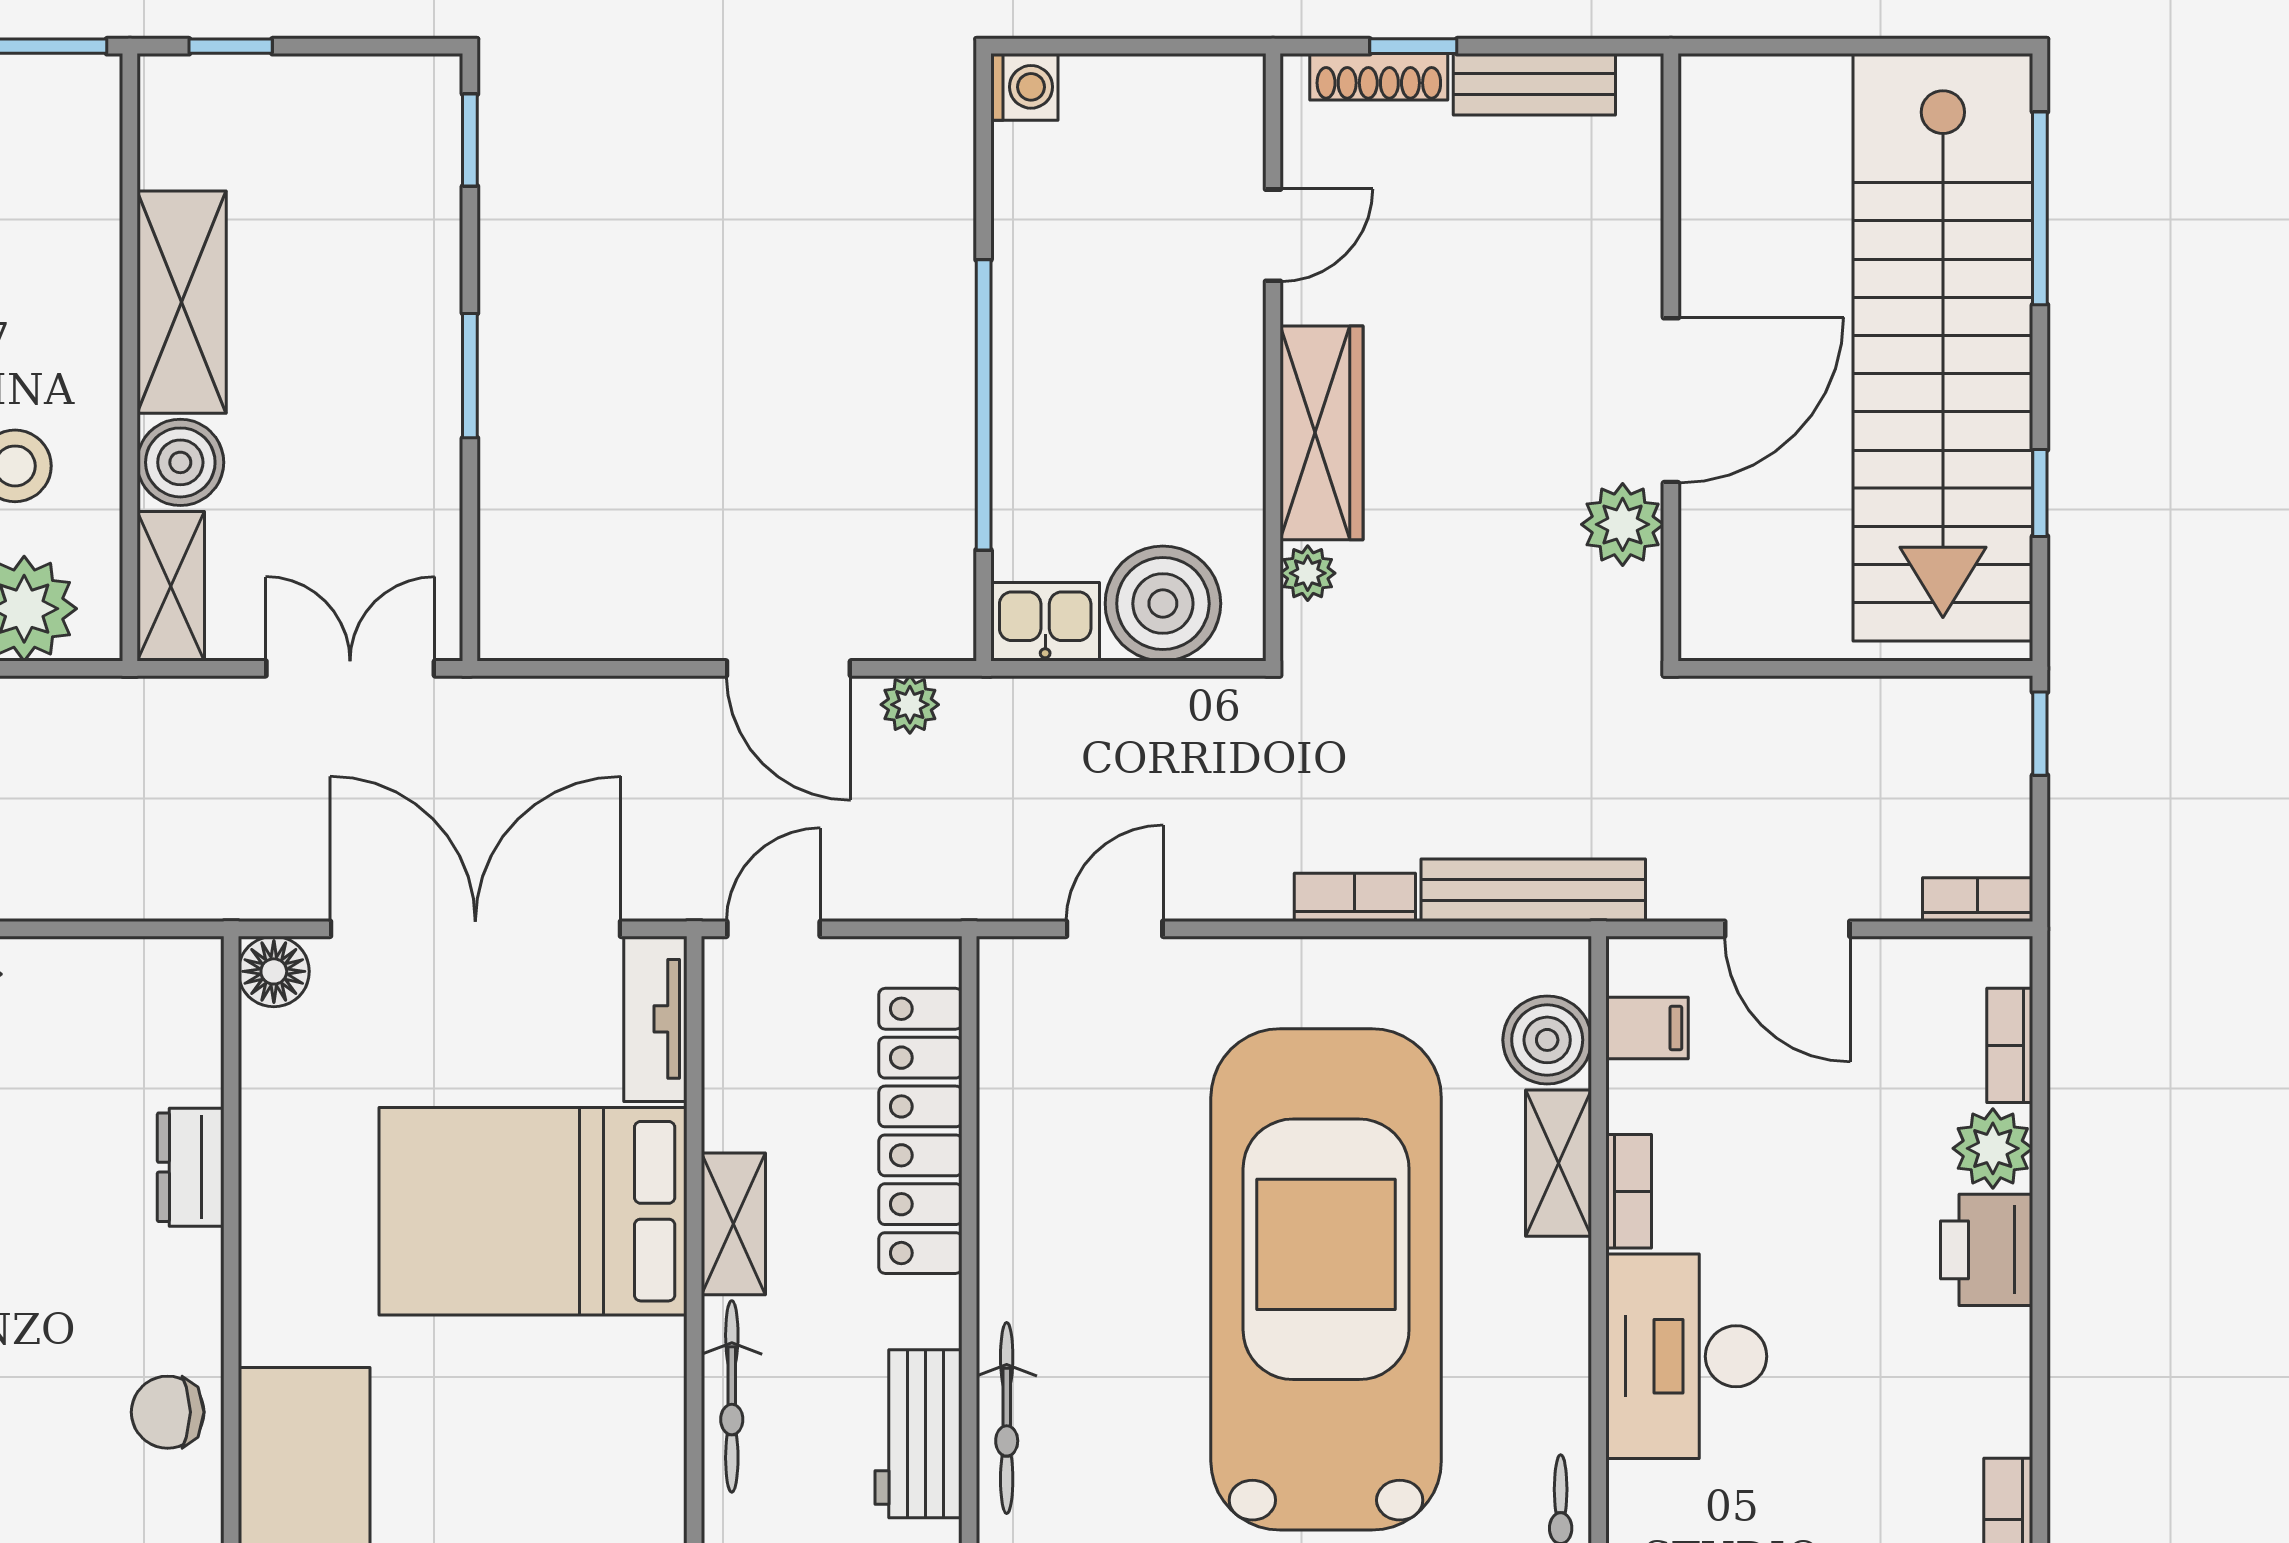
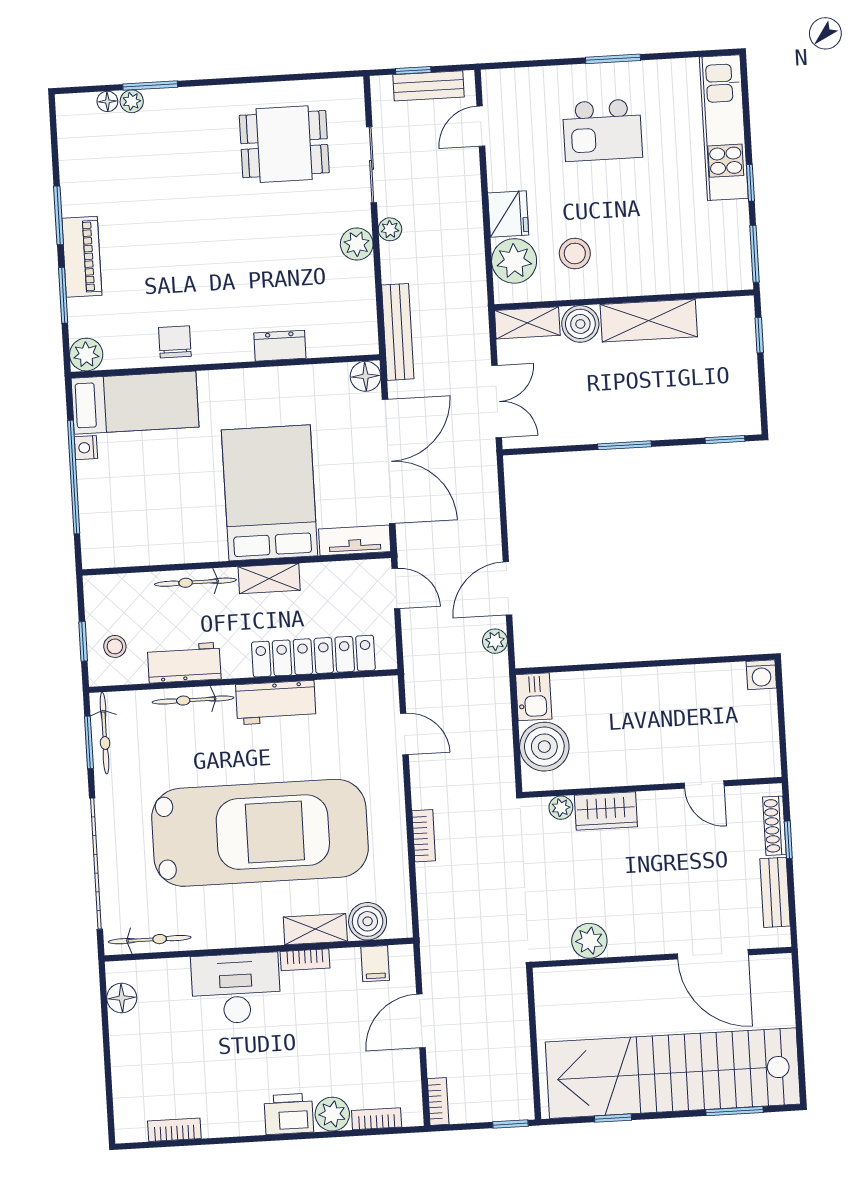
window: (2040, 208) -> (735, 1111), width x0.69
door: (1671, 400) -> (713, 954), moved
window: (984, 405) -> (625, 665), removed
wardrobe: (1322, 433) -> (606, 811), width x0.67
bench: (1533, 890) -> (398, 332), moved
workbench: (1024, 1225) -> (276, 703), added

